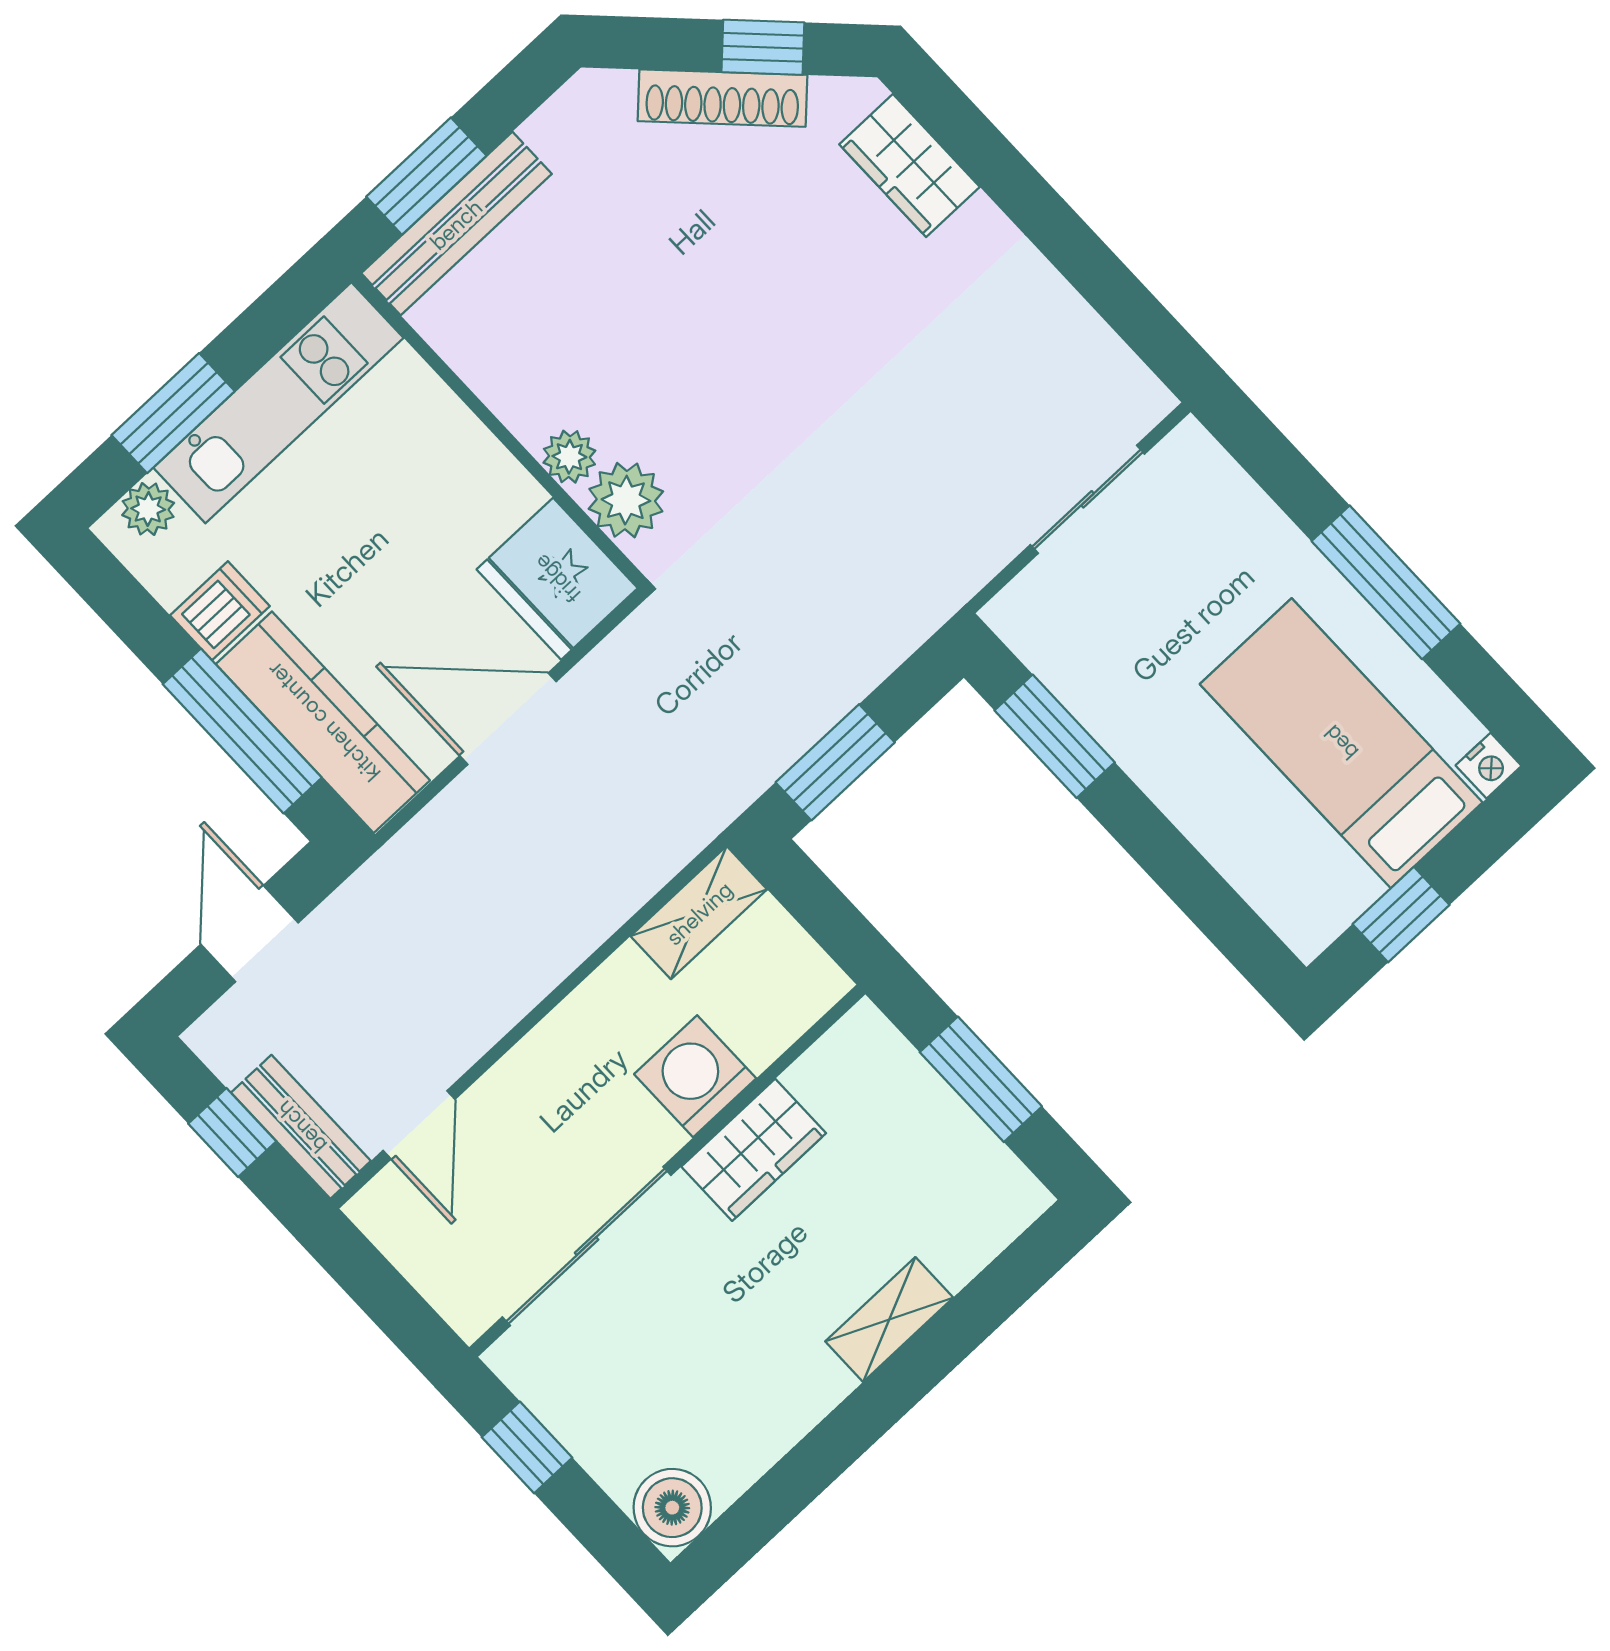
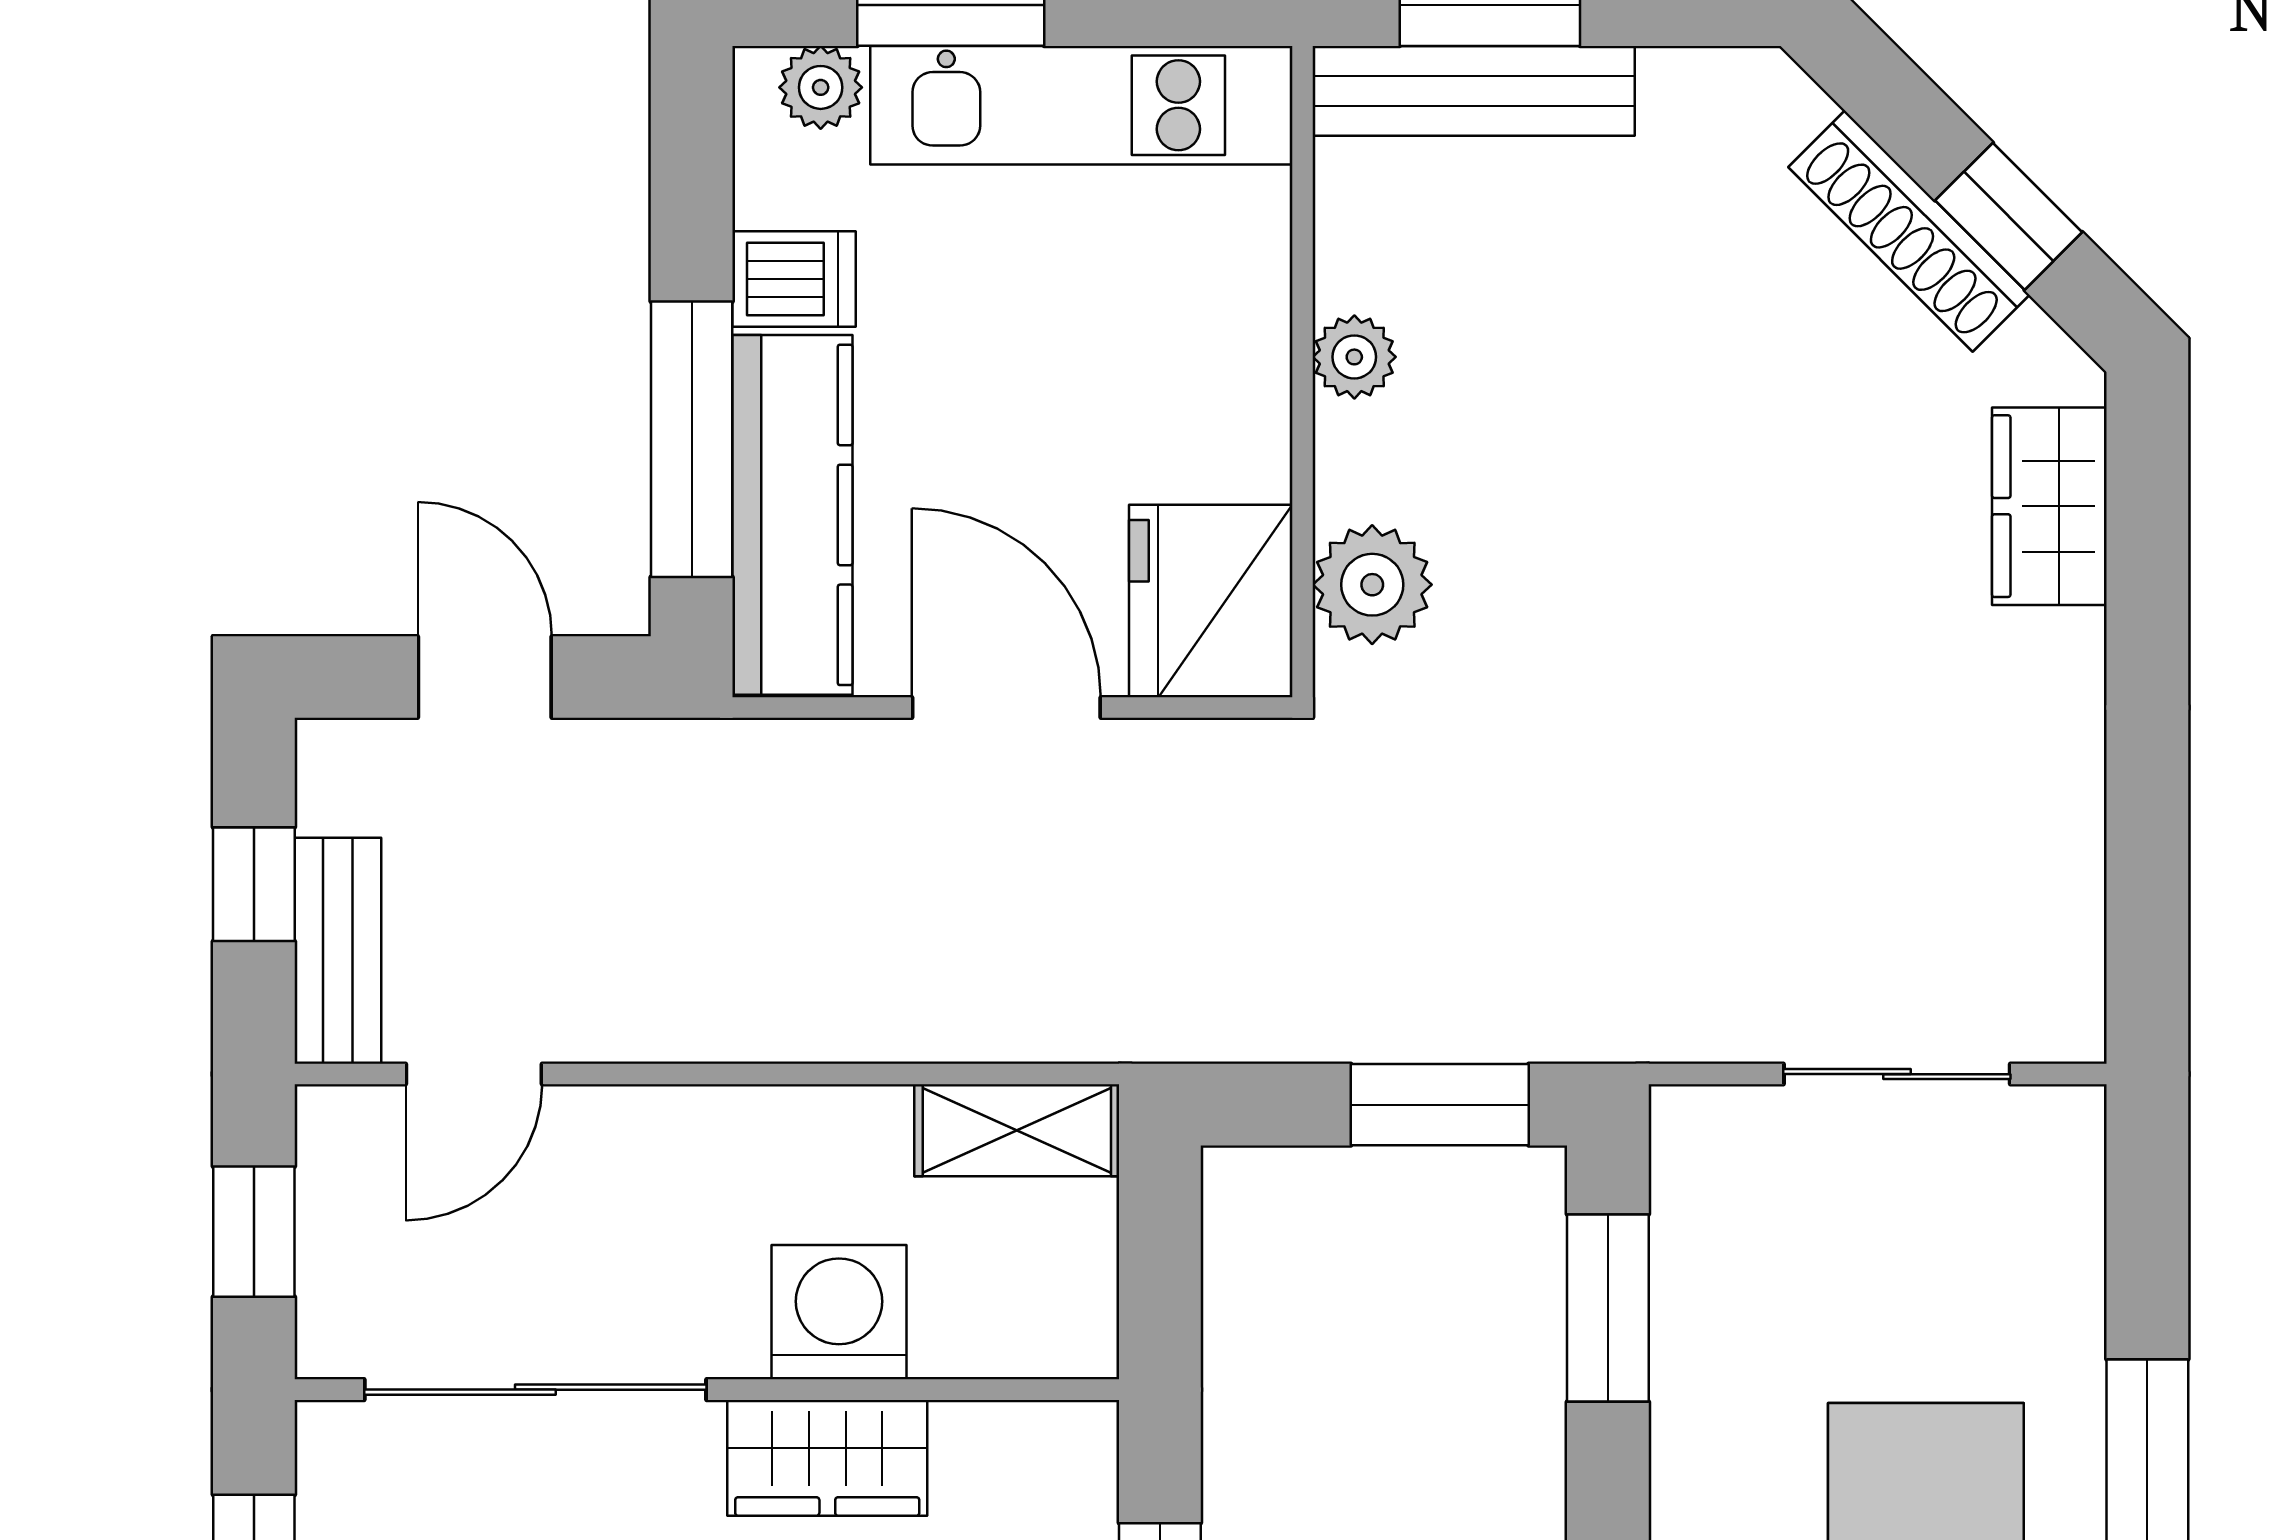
plant: (569, 457) -> (1354, 357), moved
window: (835, 762) -> (1440, 1105), moved
door: (250, 934) -> (485, 677), hinge flipped
window: (385, 1296) -> (254, 1232), added

